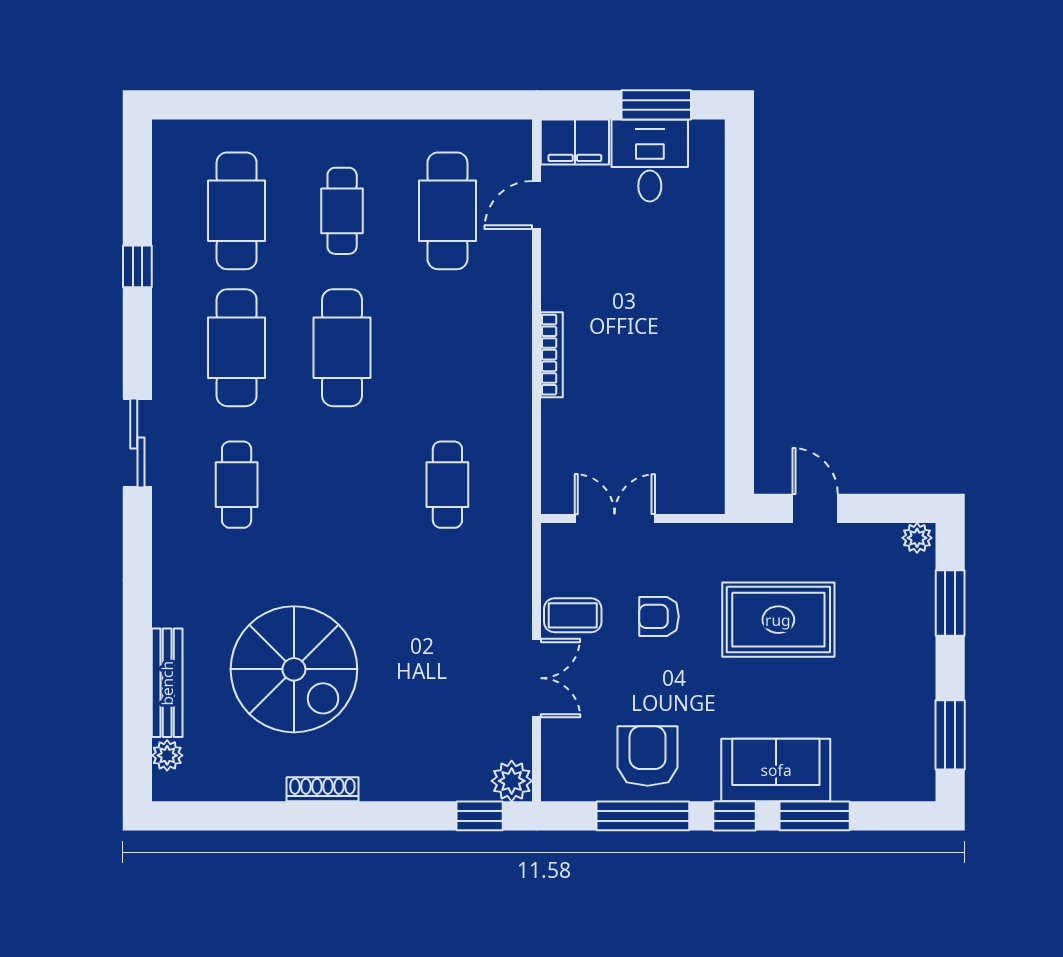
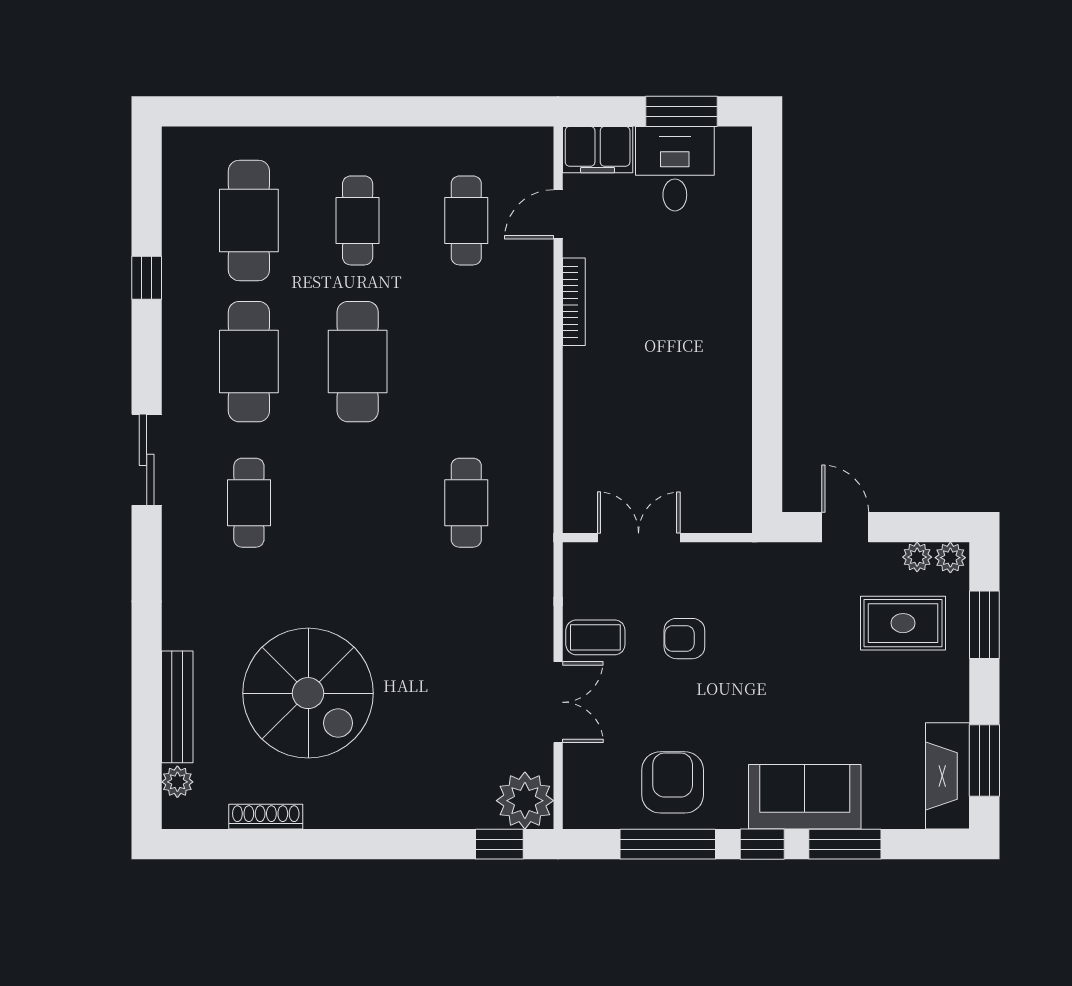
cafe table: (447, 211) -> (466, 220), width x0.73, depth x0.74
bookcase: (552, 355) -> (574, 302), moved
plant: (885, 537) -> (917, 557), added
rug: (778, 620) -> (903, 623), moved, width x0.73, depth x0.70
fireplace: (914, 750) -> (948, 776), added
plant: (512, 781) -> (525, 801), width x1.36, depth x1.36
shoe rack: (322, 789) -> (266, 817), moved

